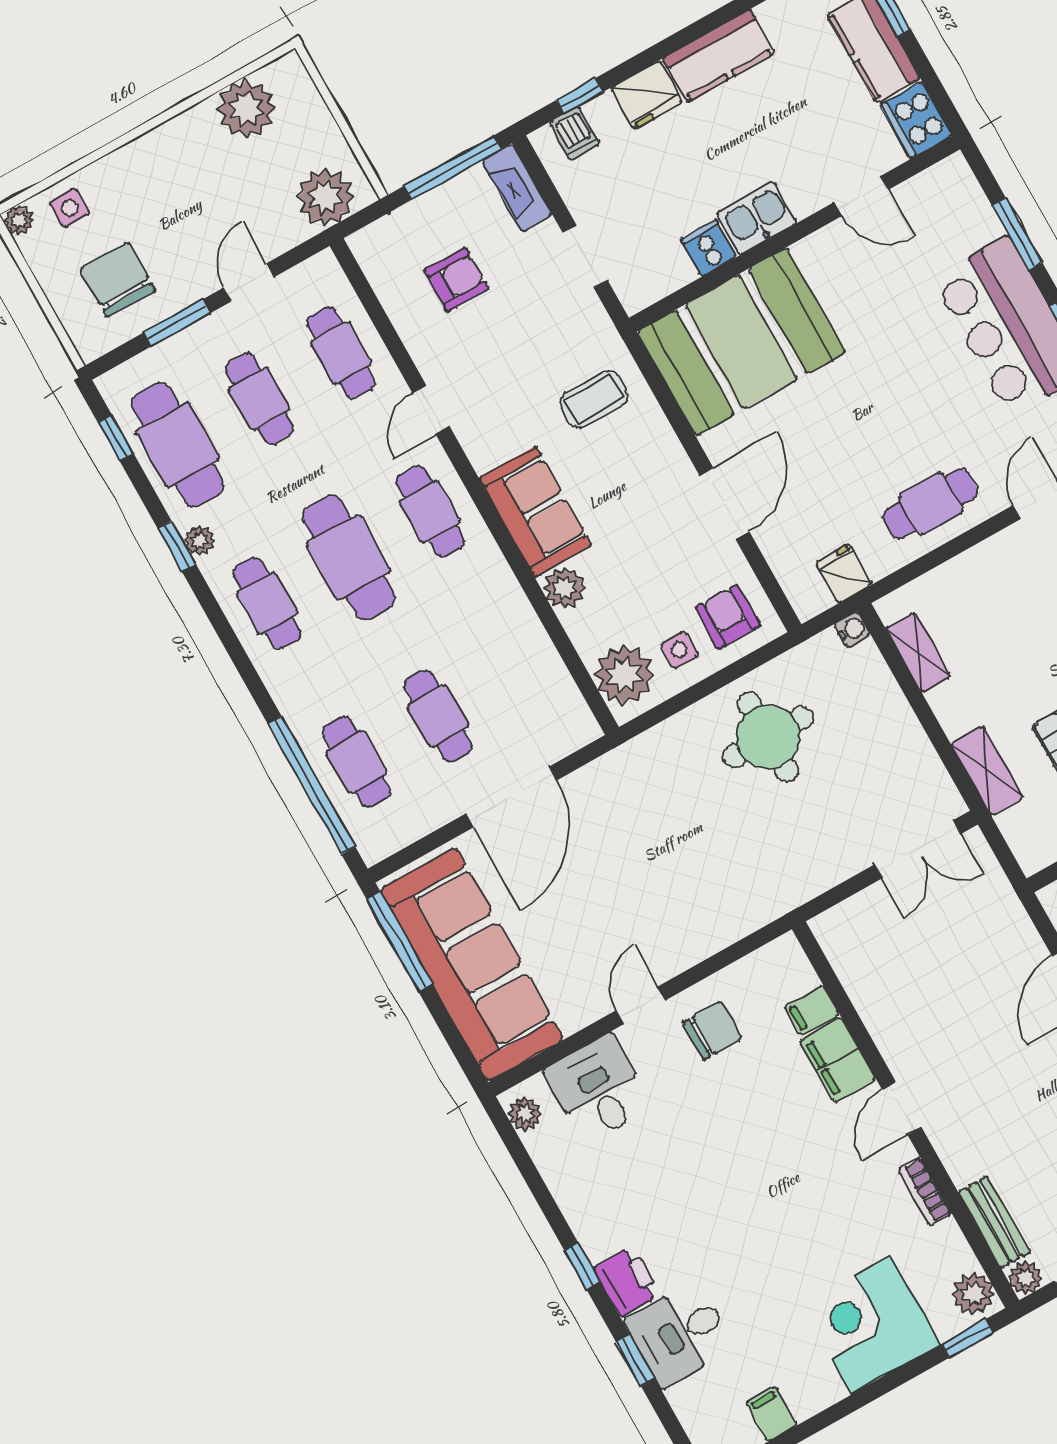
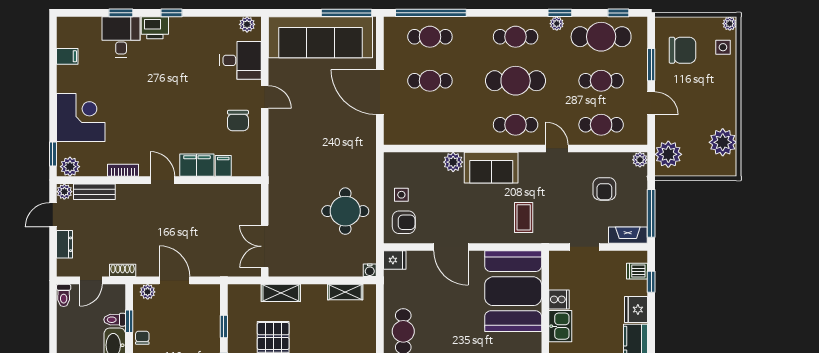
fridge: (844, 574) -> (395, 260), moved
plant: (624, 675) -> (640, 160), moved, width x0.53, depth x0.53

